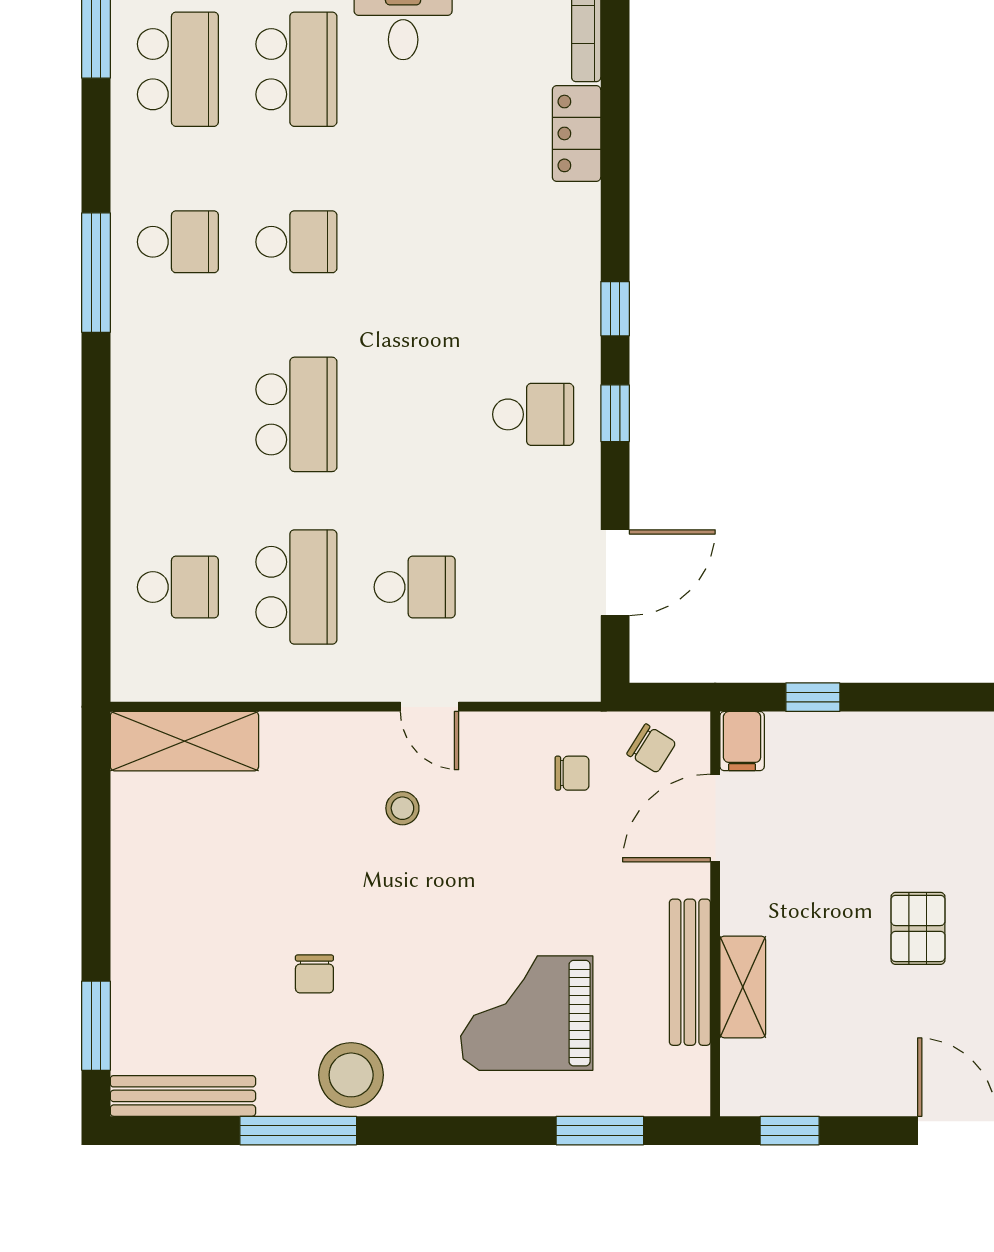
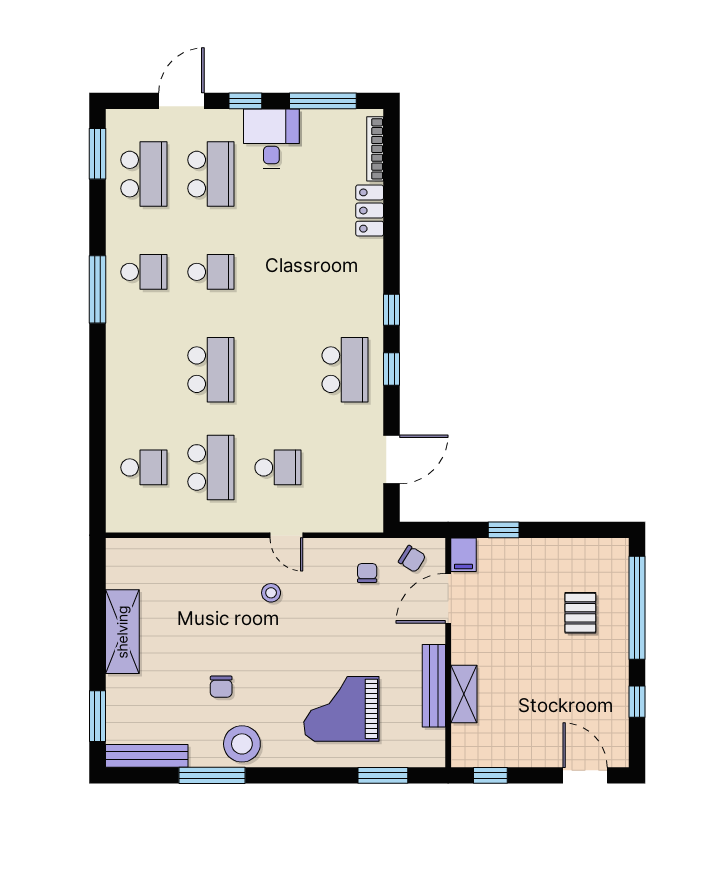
school desk: (533, 414) -> (345, 370), width x1.85
shelving: (184, 741) -> (122, 632), moved, turned 90
chair: (572, 773) -> (367, 573), turned -90
pallet: (918, 928) -> (580, 613), moved

